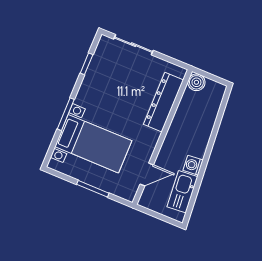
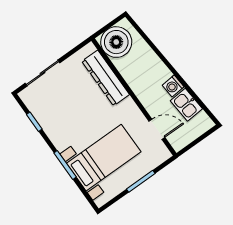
boiler: (196, 82) -> (116, 42), width x1.86, depth x1.86
door: (147, 175) -> (157, 129), hinge flipped
kitchen sink: (182, 192) -> (186, 105), width x0.73

